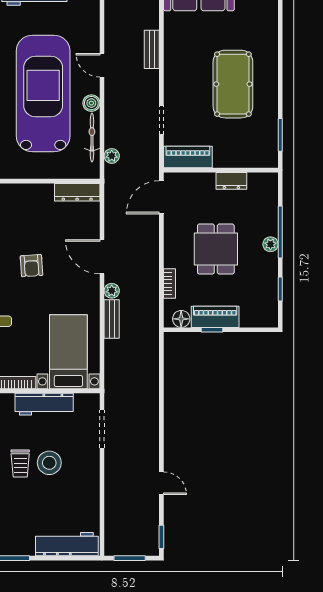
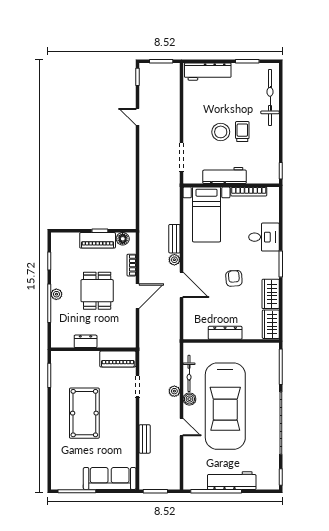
plant: (112, 156) -> (174, 391), moved
dresser: (77, 192) -> (225, 333), moved
door: (161, 197) -> (137, 296), moved

